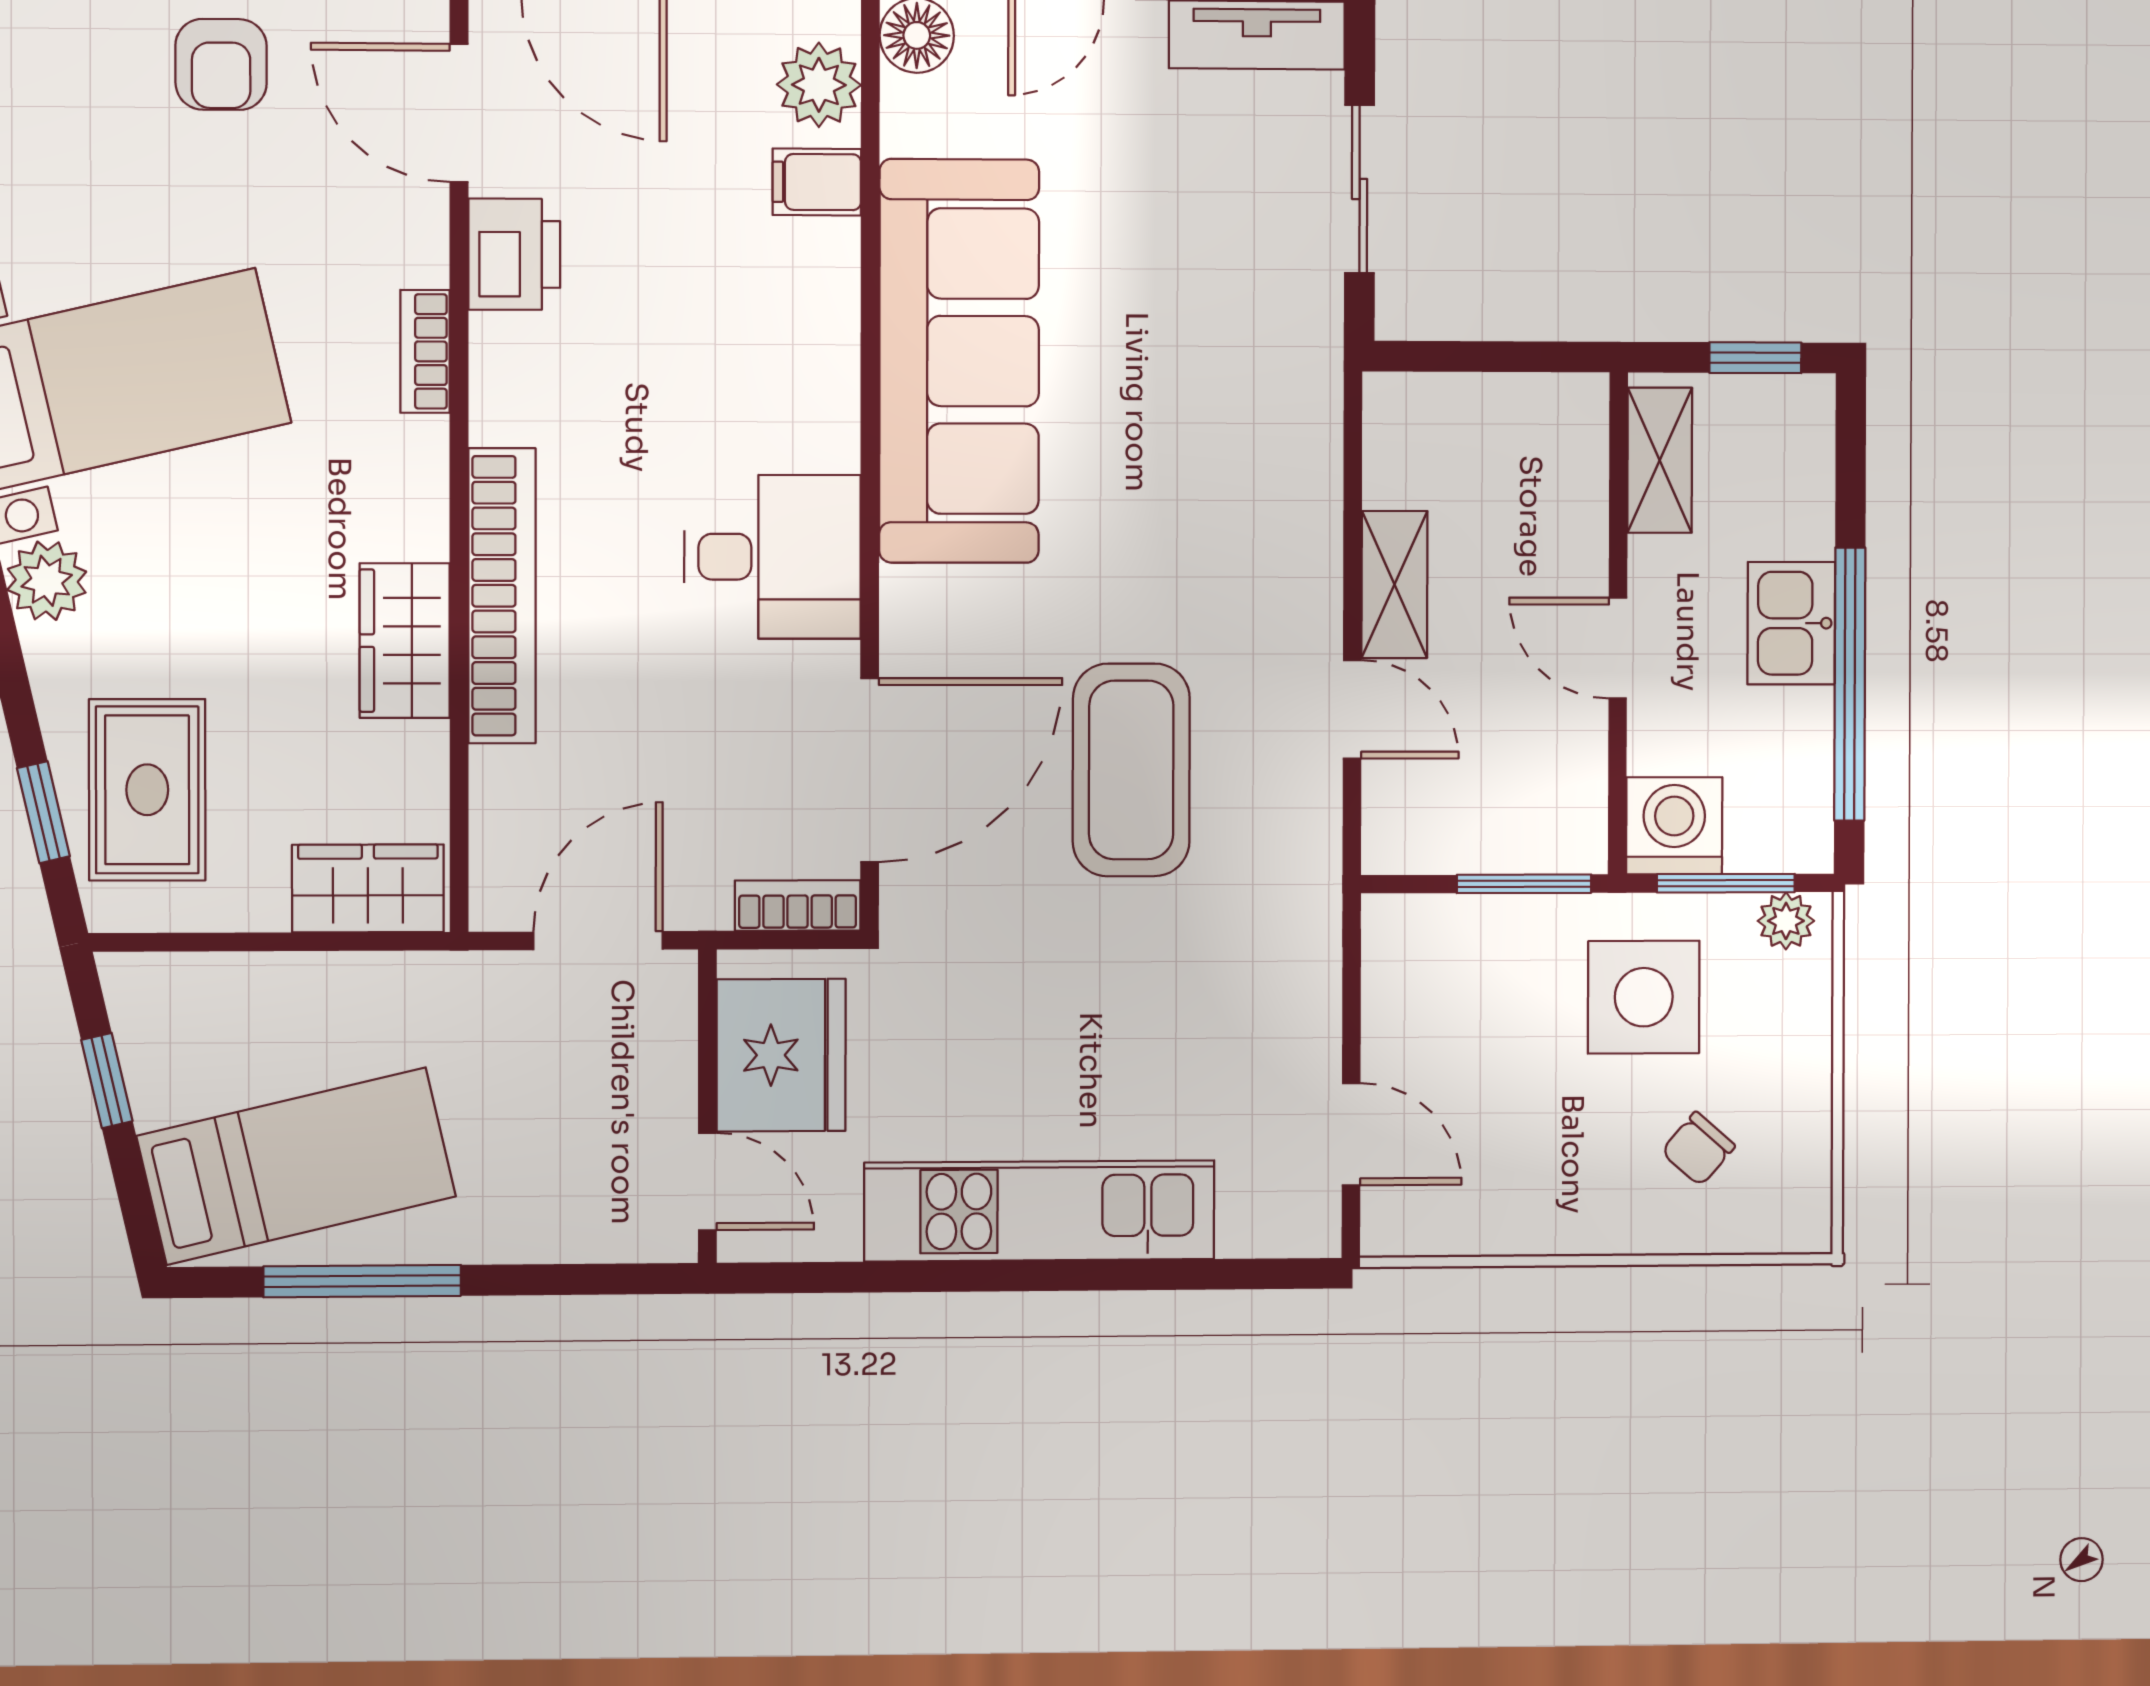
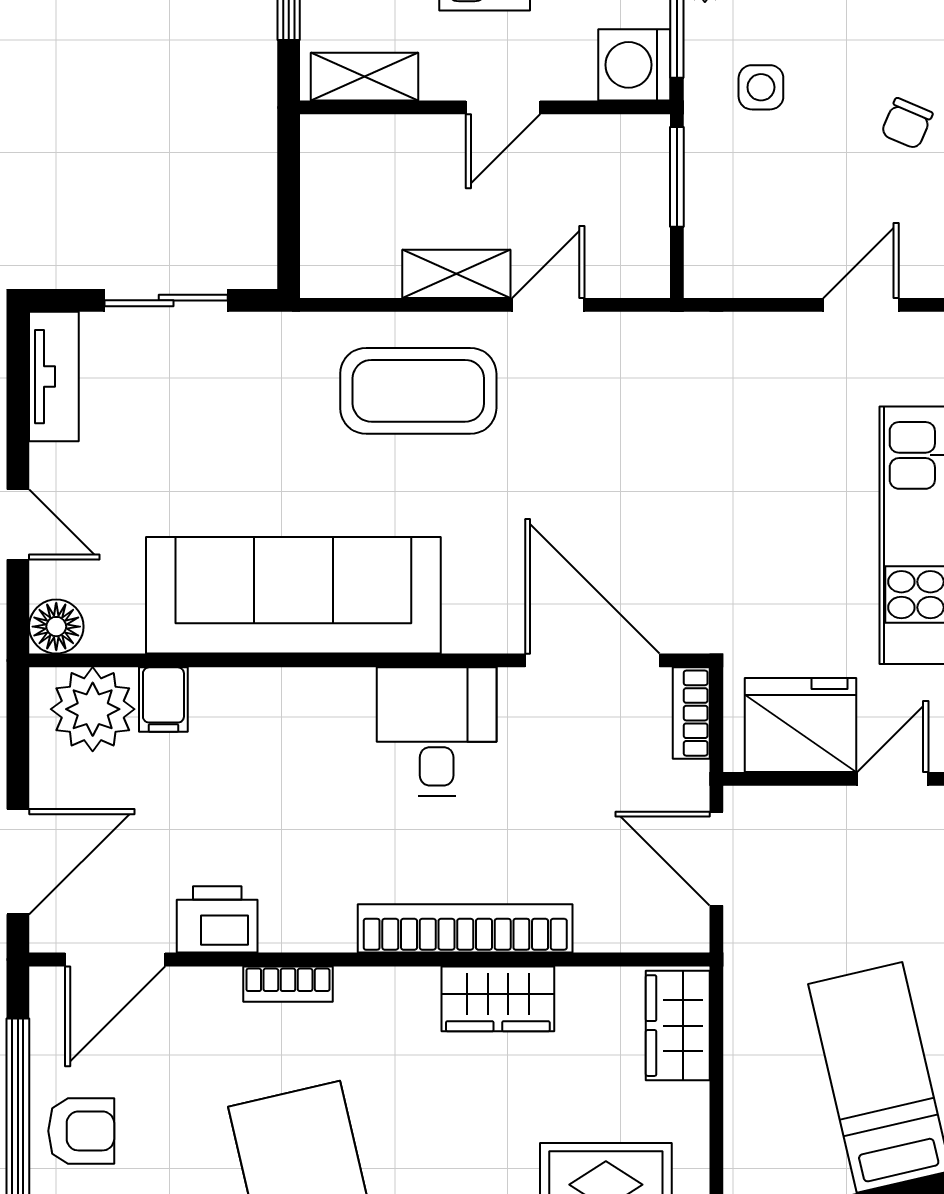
plant: (819, 85) -> (93, 709), width x1.36, depth x1.36
coffee table: (1131, 770) -> (418, 391), moved
side table: (1644, 997) -> (761, 87), width x0.54, depth x0.54
chair: (1698, 1149) -> (907, 124), moved, turned 72

